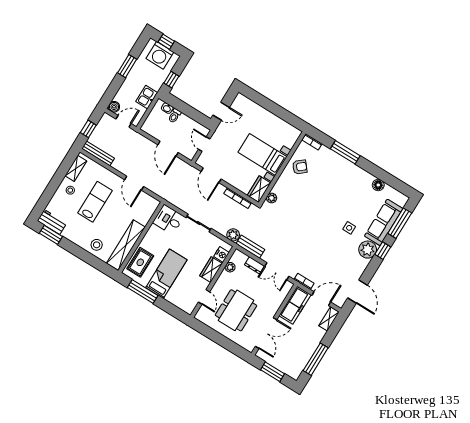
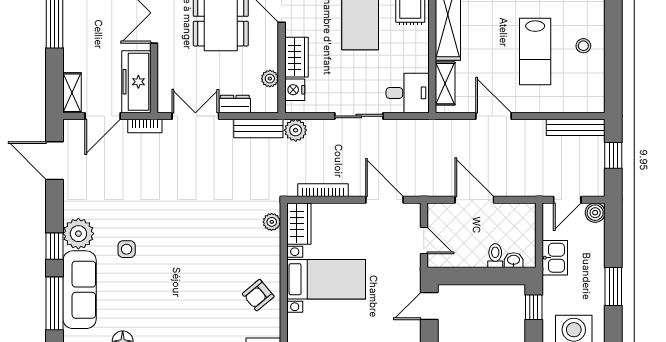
shelving: (76, 168) -> (445, 84), moved

